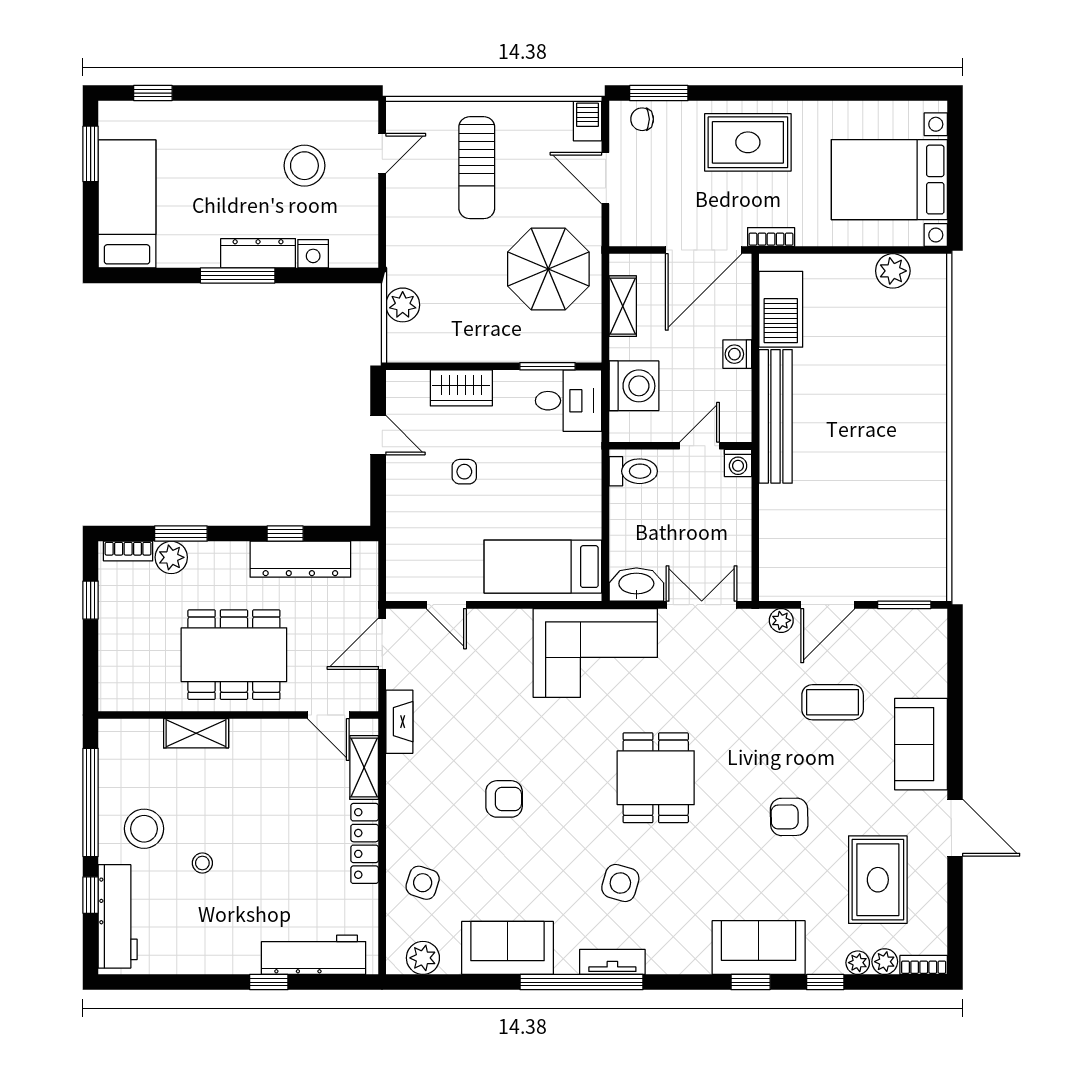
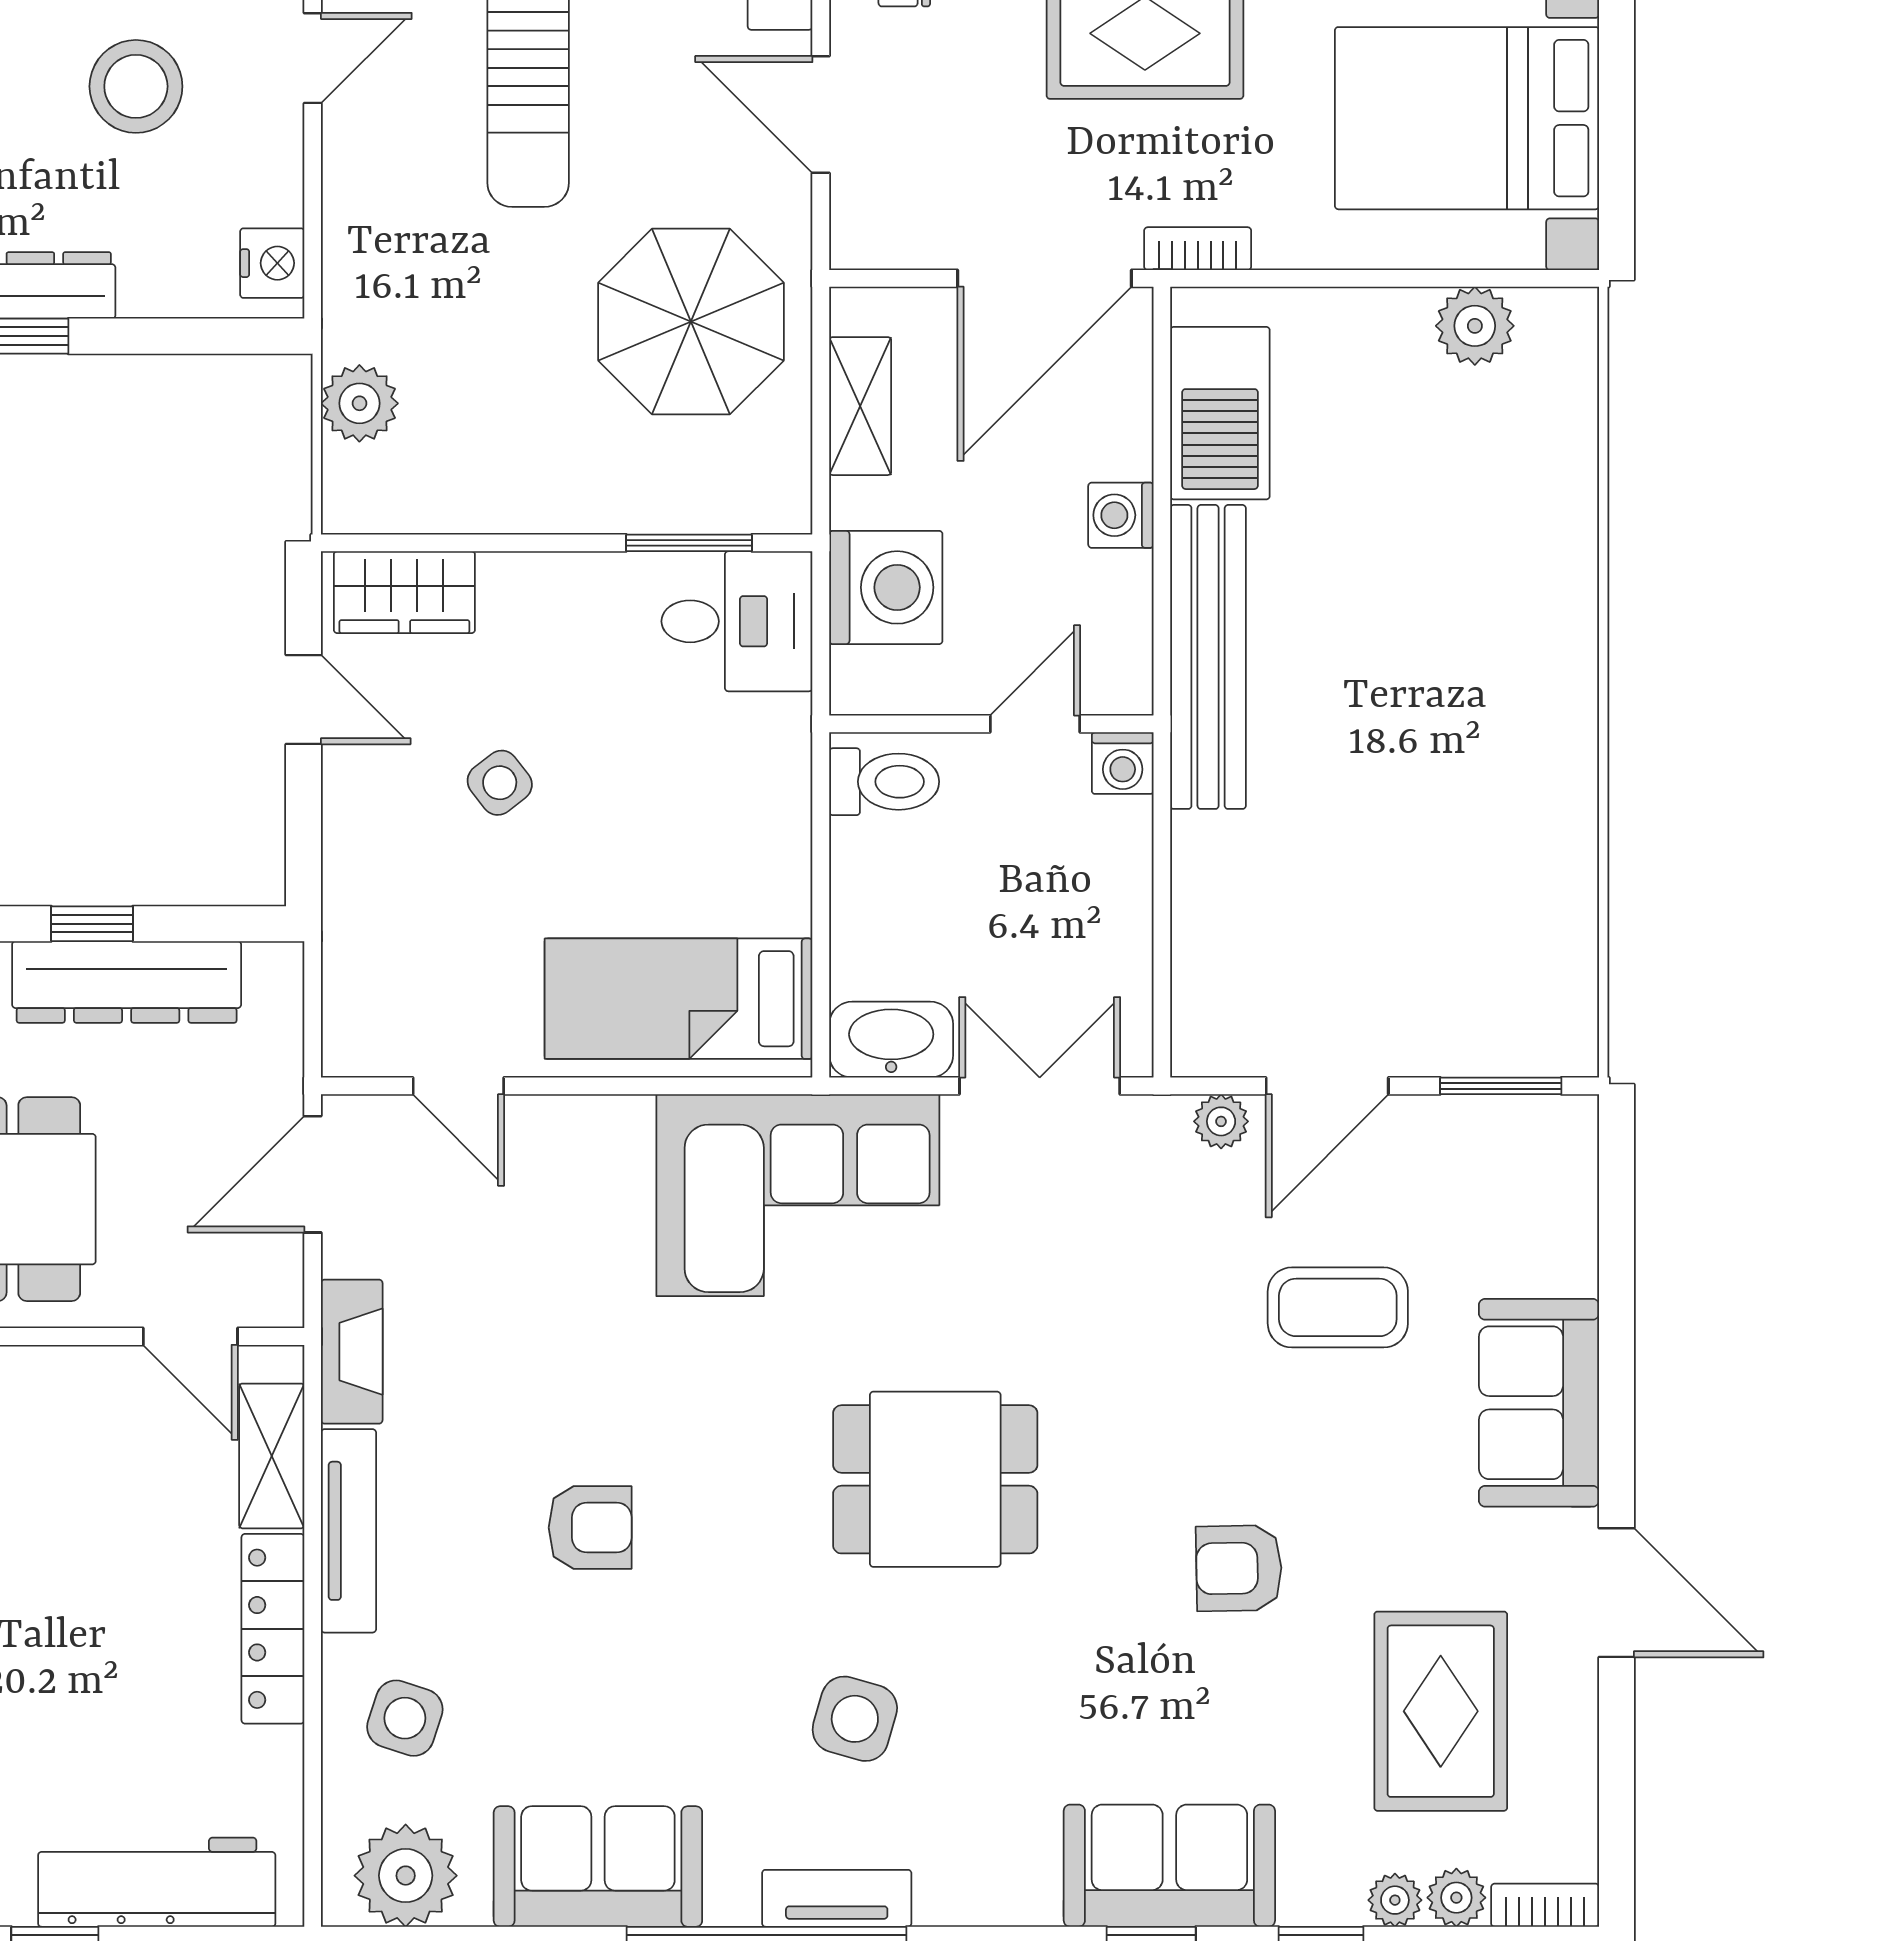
nightstand: (313, 254) -> (272, 263), moved, turned -90
wardrobe: (461, 388) -> (404, 592), moved
side table: (464, 472) -> (500, 783), turned -38
dining table: (656, 778) -> (935, 1479), turned 90
tv unit: (398, 800) -> (349, 1531), added
plant: (423, 958) -> (406, 1876), width x1.36, depth x1.36

